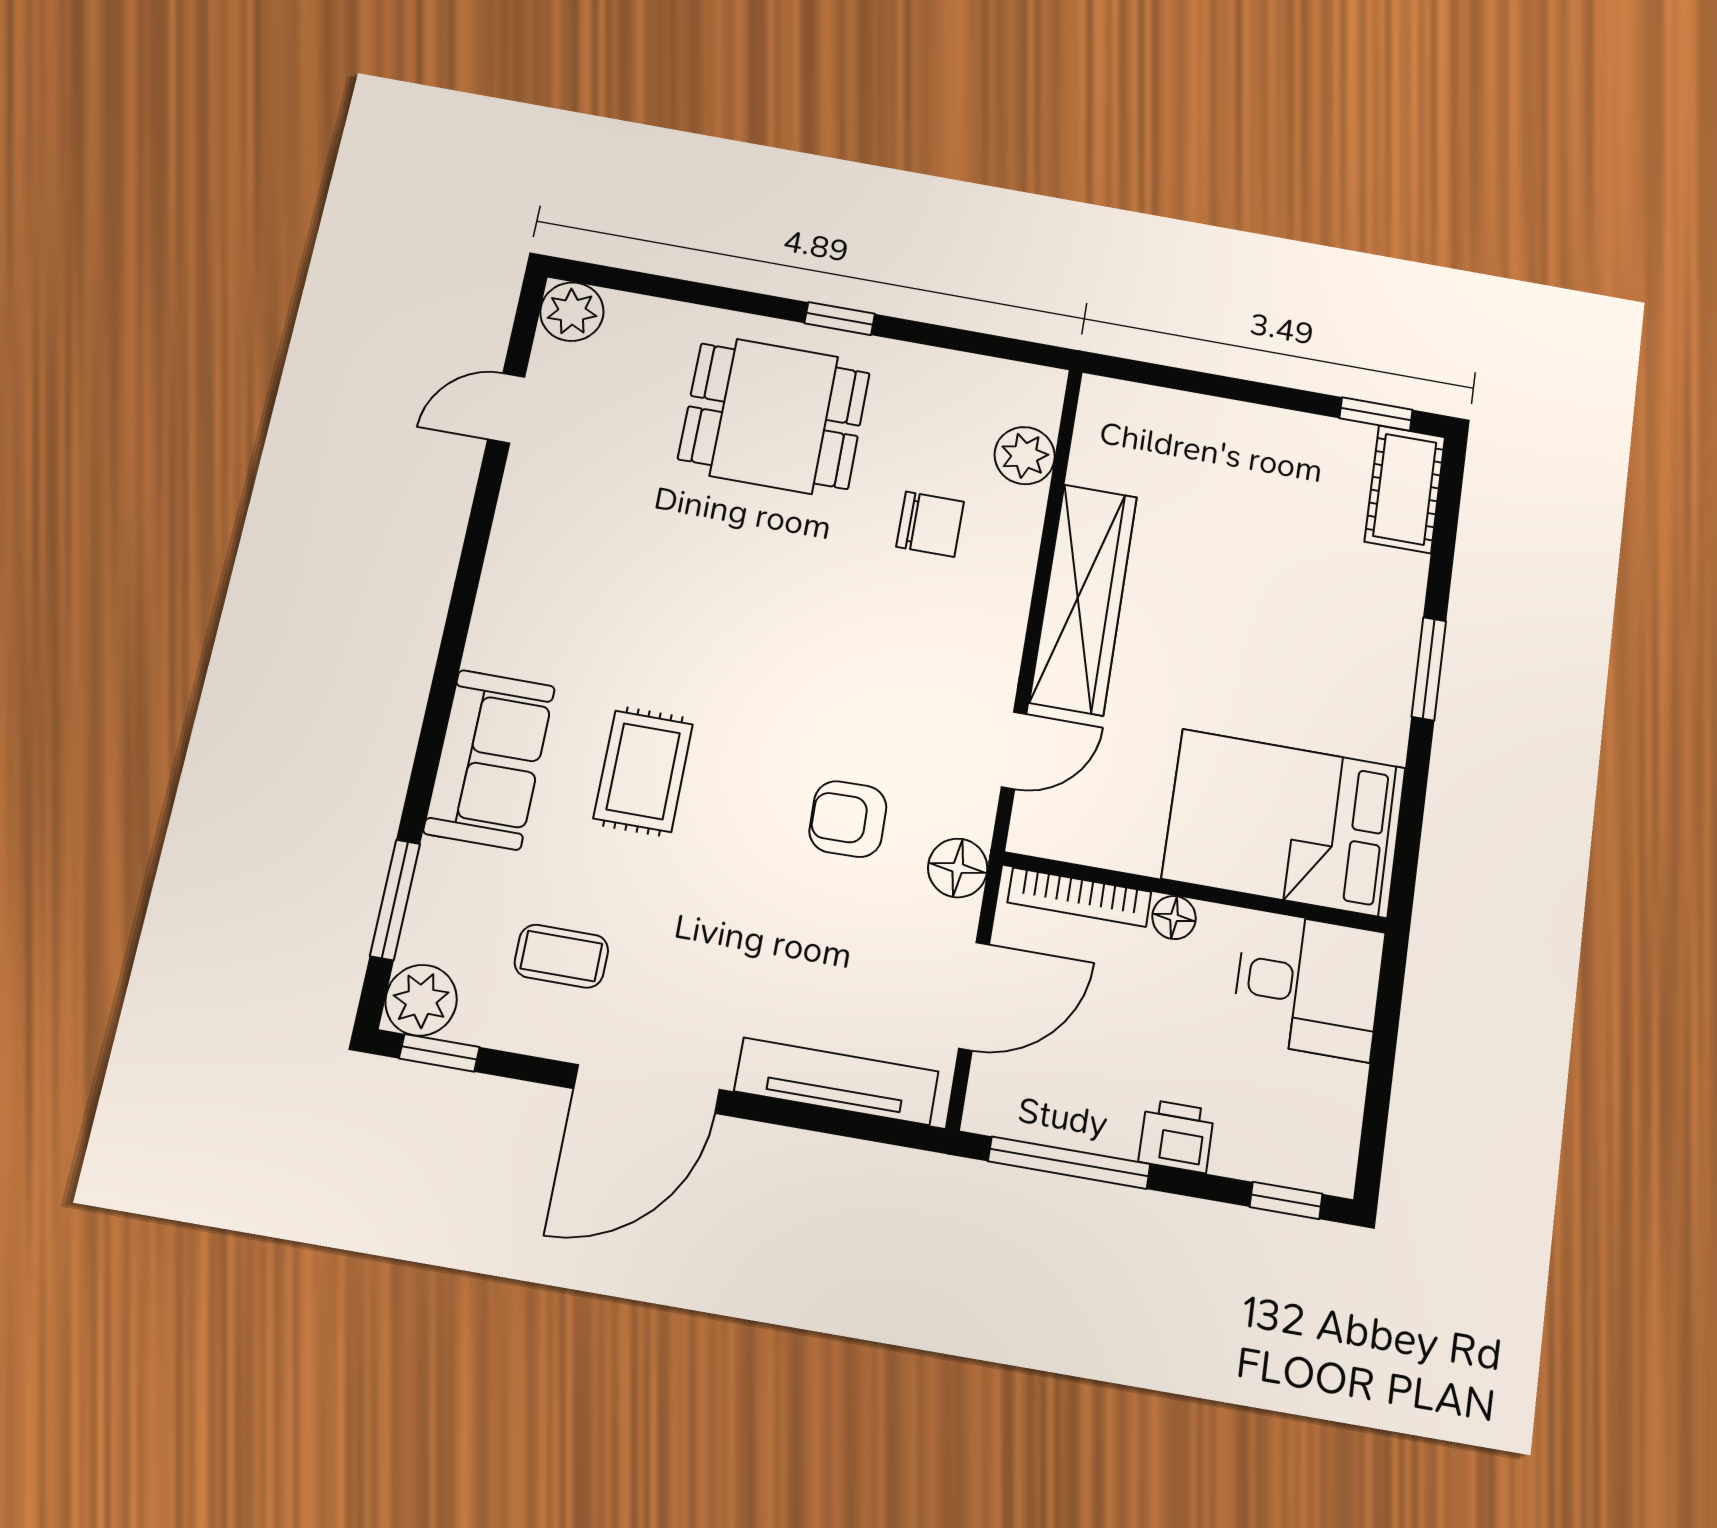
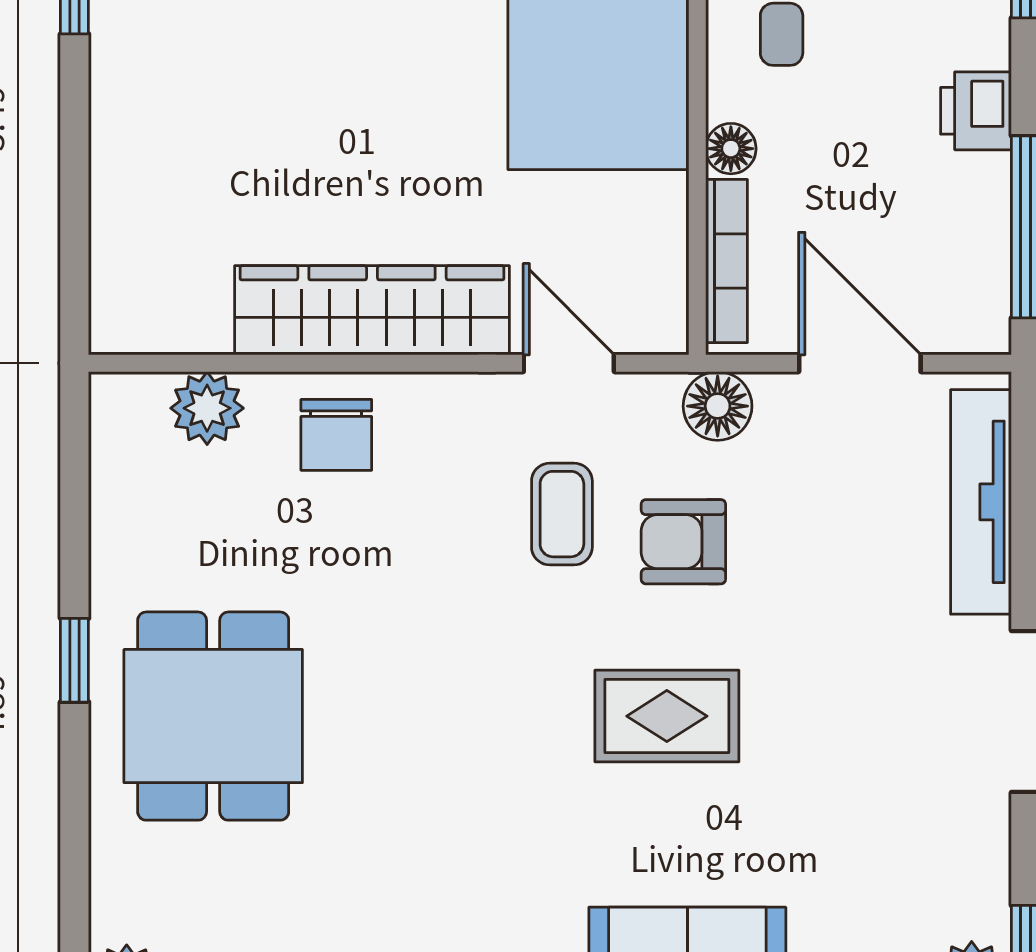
chair: (930, 524) -> (336, 435), moved, turned 180
rug: (643, 771) -> (667, 716), moved
armchair: (848, 819) -> (683, 542), turned 91
coffee table: (561, 956) -> (562, 514), moved

